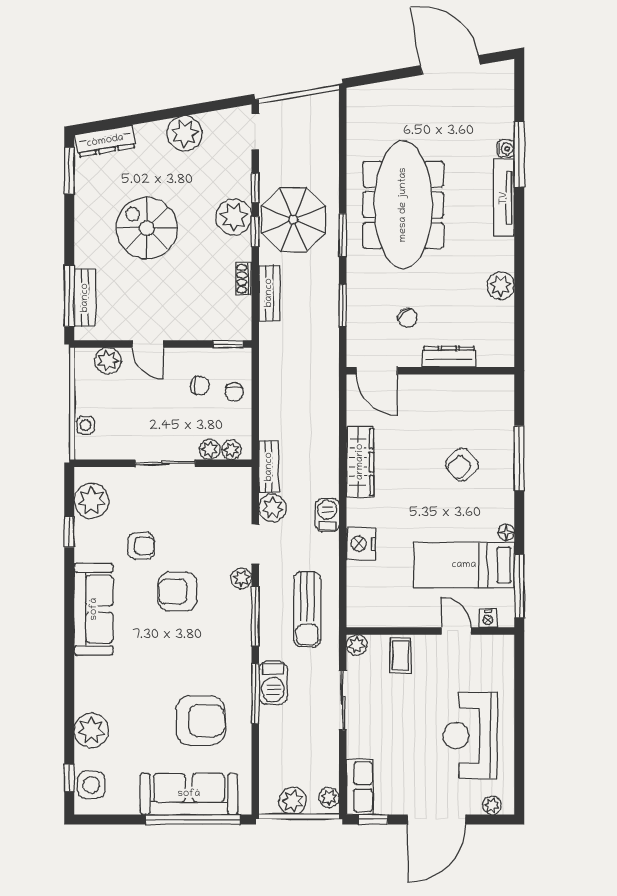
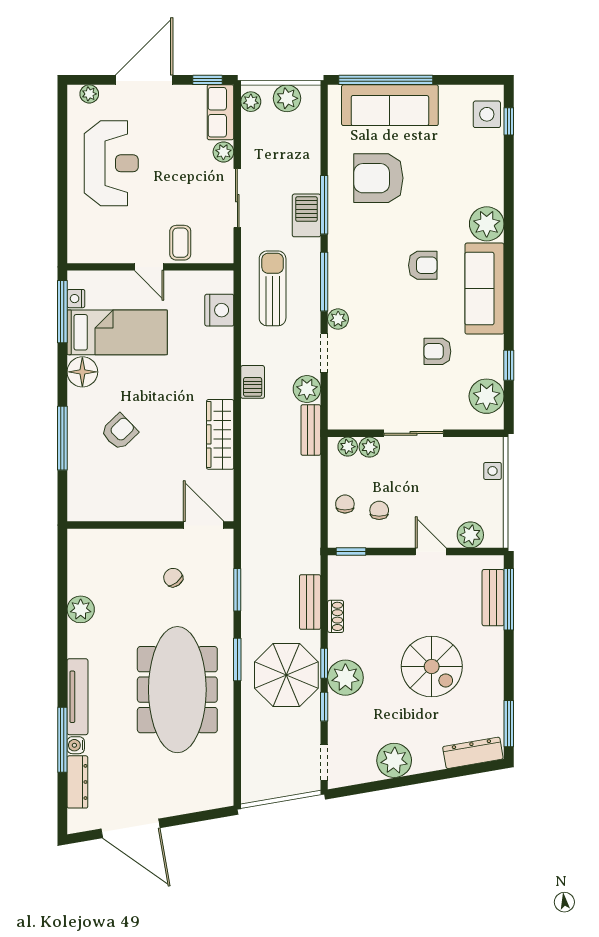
dresser: (449, 357) -> (77, 782), moved, turned -90
chair: (200, 386) -> (379, 510), turned 90
floor lamp: (506, 532) -> (82, 372), width x1.89, depth x1.89
nightstand: (361, 544) -> (219, 310), moved
armchair: (177, 592) -> (423, 265), moved, width x0.72, depth x0.72
nightstand: (488, 619) -> (76, 299), moved, turned -90
door: (456, 631) -> (149, 267), moved
plant: (357, 645) -> (223, 152), moved
plant: (91, 730) -> (487, 224), moved

